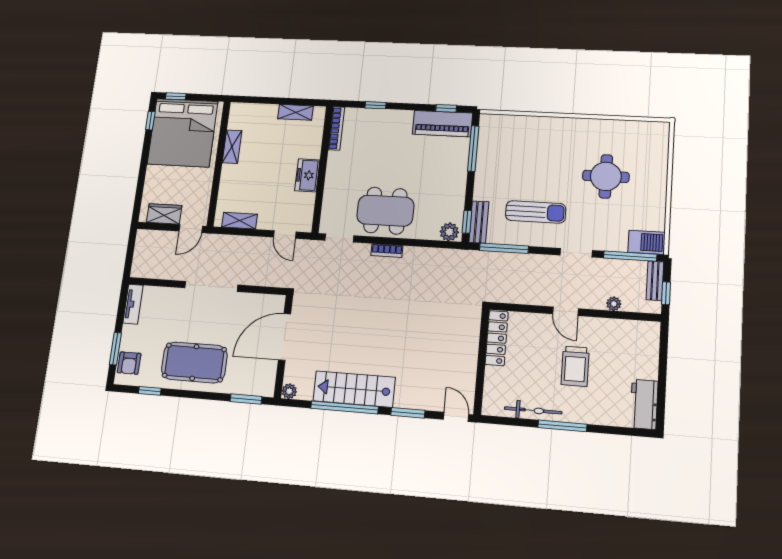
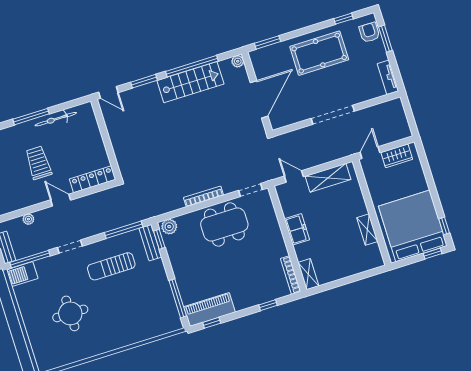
shelving: (295, 112) -> (308, 274), moved, turned 90
shelving: (240, 221) -> (328, 178), width x1.50, depth x1.33
bookcase: (387, 251) -> (204, 196), width x1.56
locker: (497, 338) -> (93, 179), moved, turned 90

